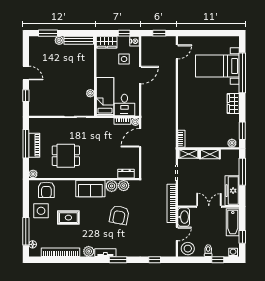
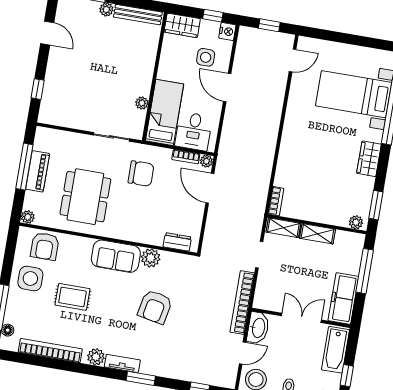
door: (26, 73) -> (47, 33), moved
door: (140, 75) -> (227, 88), swing flipped
chair: (97, 136) -> (141, 174), added
door: (140, 138) -> (210, 188), hinge flipped
dining table: (66, 156) -> (85, 197), width x1.38
plant: (124, 186) -> (170, 261), removed

